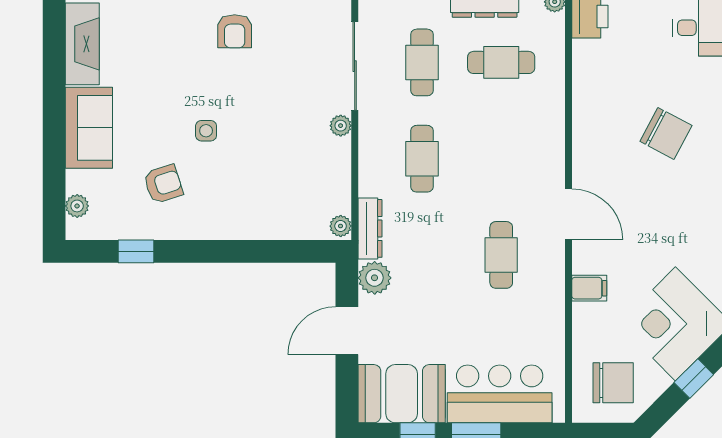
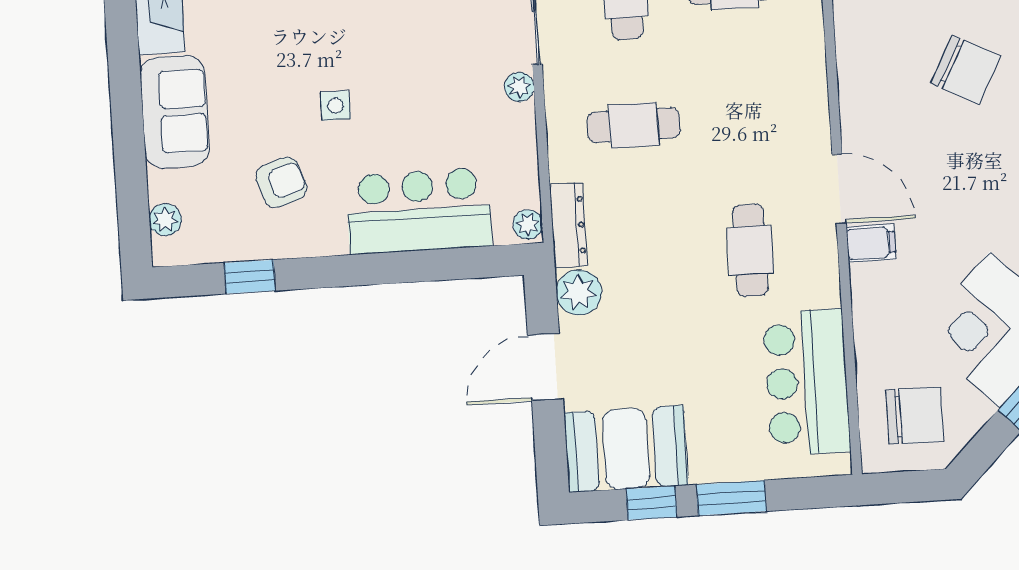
cafe table: (422, 159) -> (634, 125), turned 90
bar counter: (262, 211) -> (419, 211), added
filing cabinet: (589, 288) -> (871, 243), moved
bar counter: (500, 394) -> (807, 382), moved, turned -90

